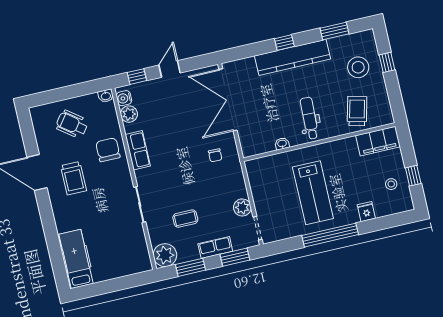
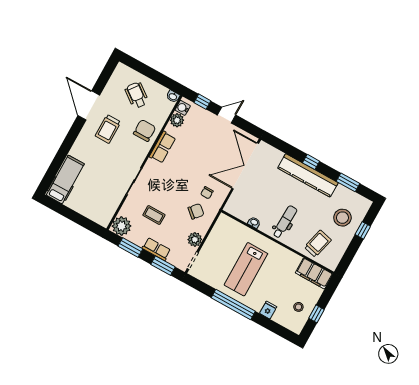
chair: (220, 181) -> (196, 211), added

